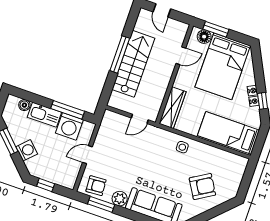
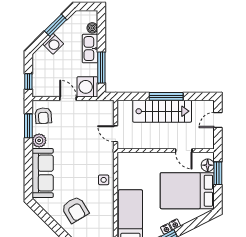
wardrobe: (172, 108) -> (135, 159), removed
washing machine: (69, 126) -> (87, 87), moved
window: (46, 185) -> (28, 81), moved

